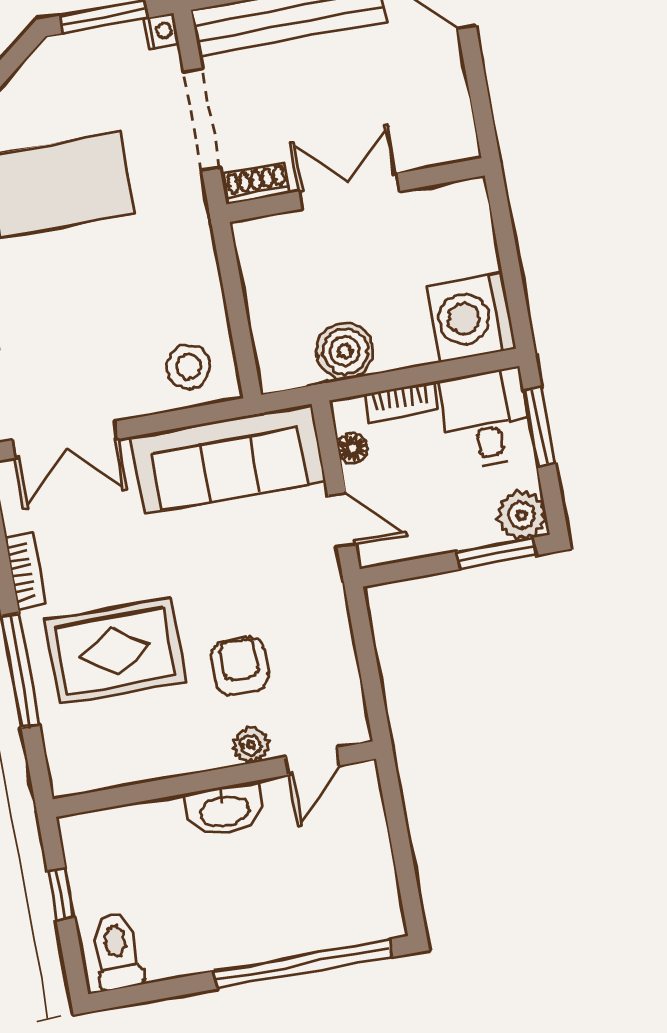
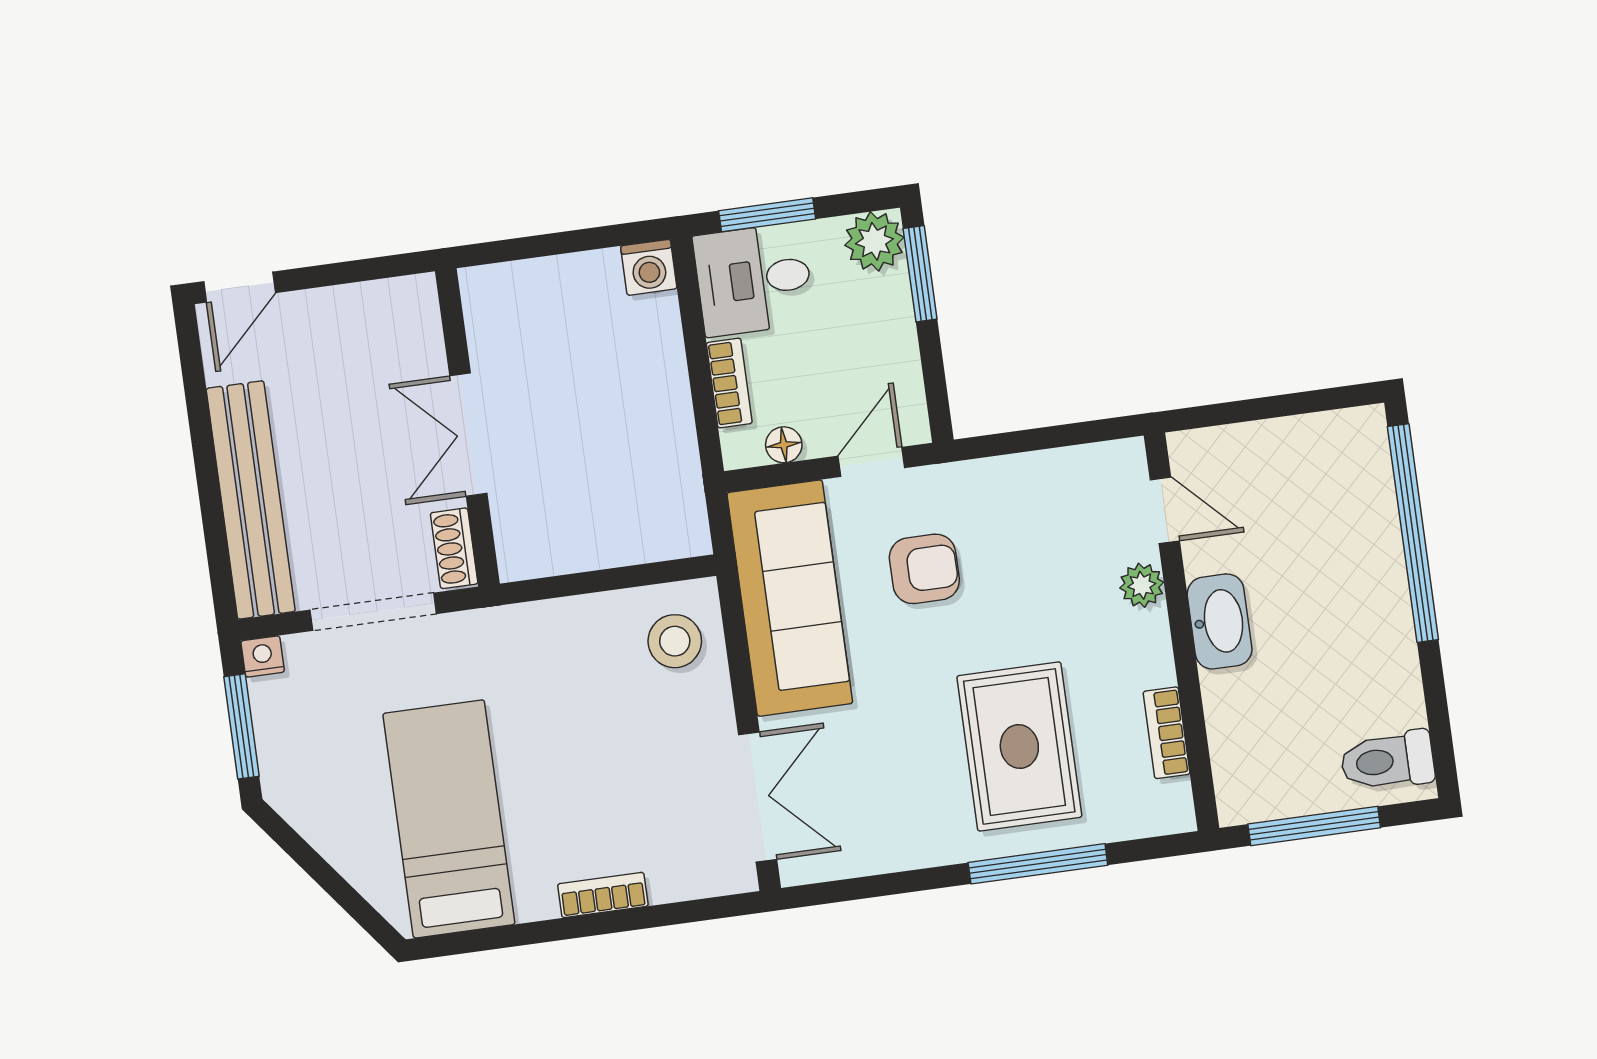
washing machine: (471, 317) -> (649, 267), width x0.53, depth x0.53
boiler: (345, 351) -> (664, 449), removed
bookcase: (26, 571) -> (1167, 733), moved, turned -90
armchair: (240, 666) -> (924, 569), moved, turned 180
window: (61, 894) -> (1314, 826), width x2.17

